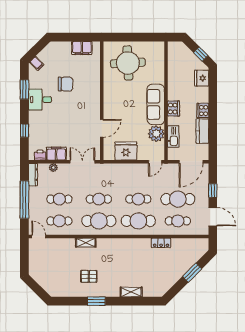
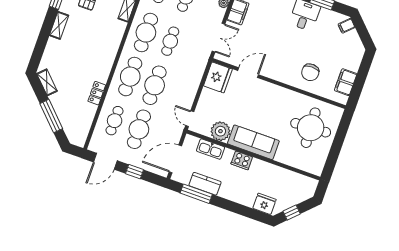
chair: (65, 84) -> (310, 72), moved
cooker: (203, 111) -> (228, 192), removed
door: (102, 128) -> (248, 73), swing flipped
window: (213, 135) -> (196, 194), added
fridge: (126, 151) -> (218, 77), moved
door: (191, 162) -> (175, 159), hinge flipped
cafe table: (138, 199) -> (155, 85), width x1.37, depth x1.35
window: (192, 273) -> (51, 116), width x1.44
shelving: (167, 286) -> (47, 82), added
shelving: (131, 292) -> (59, 25), moved

